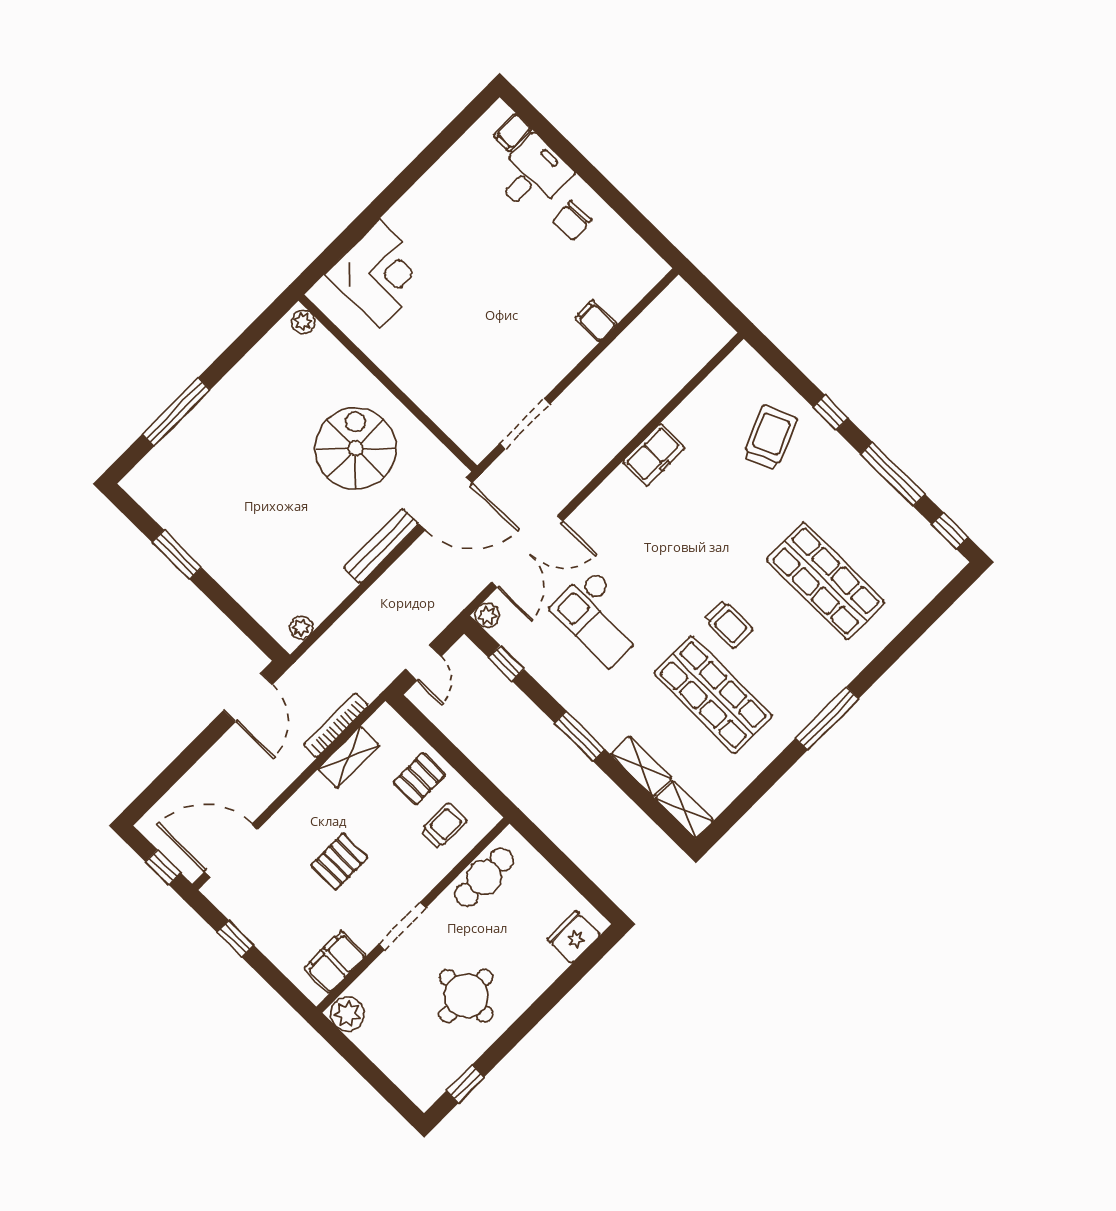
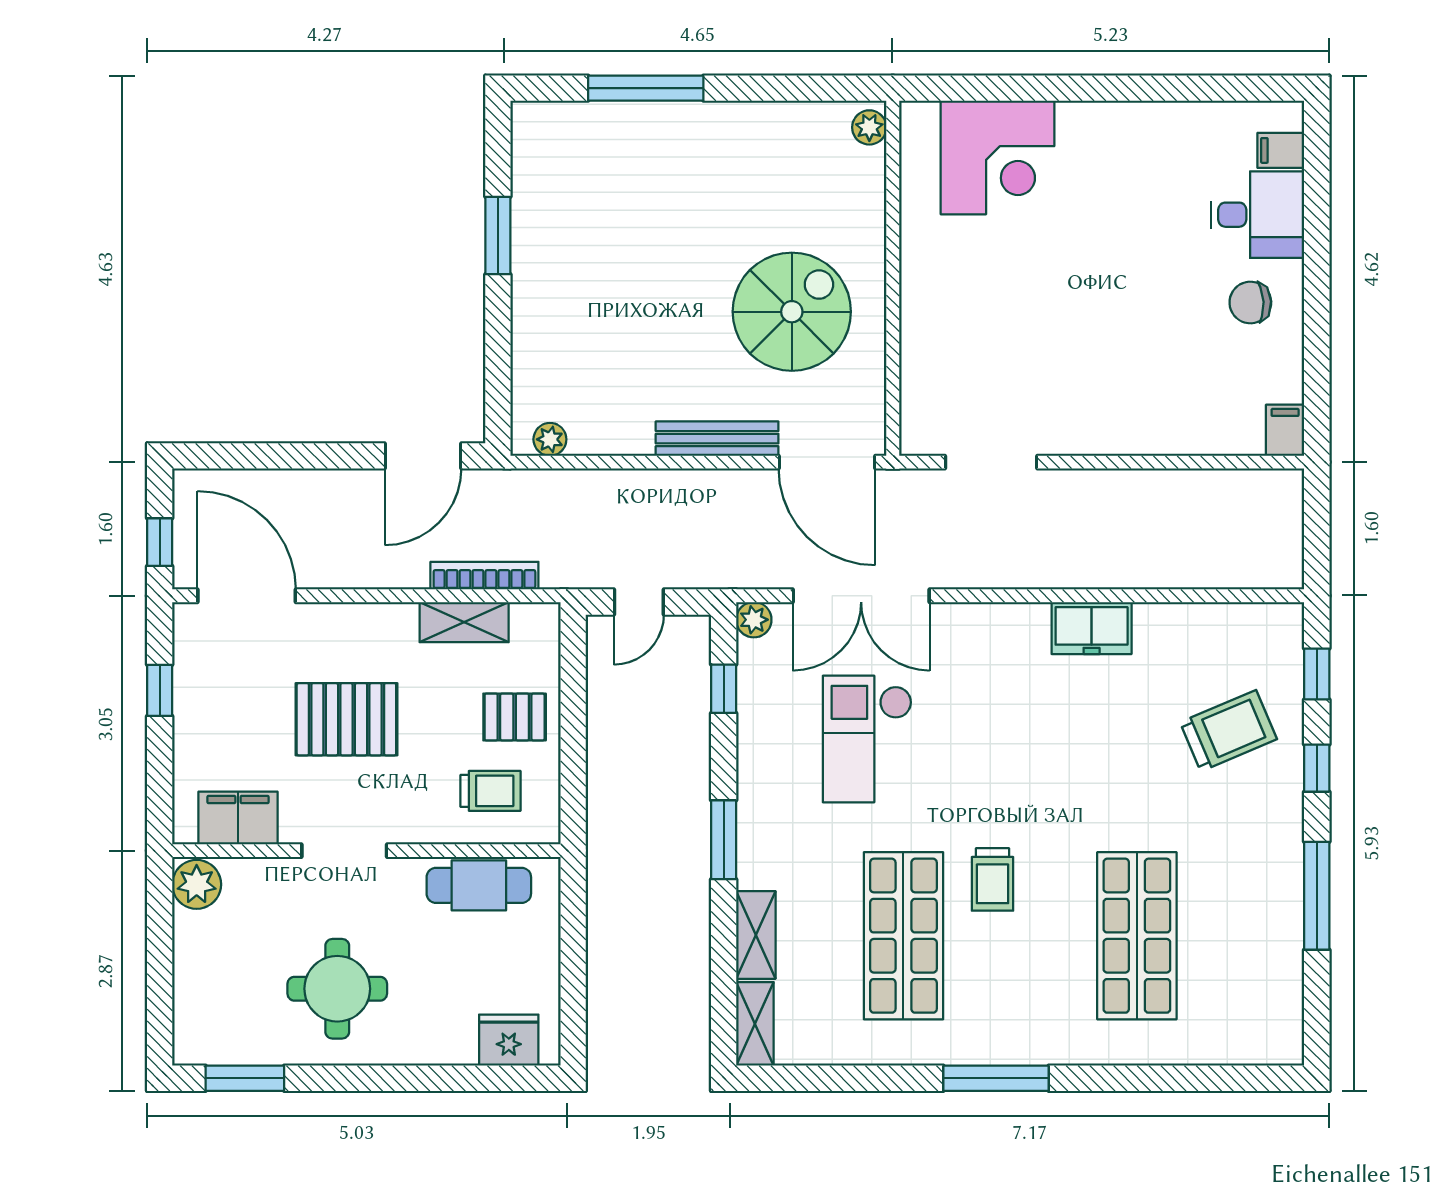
filing cabinet: (596, 321) -> (1285, 430), moved
window: (950, 531) -> (1317, 674), moved
pallet: (339, 862) -> (346, 719), width x1.50, depth x1.42
window: (465, 1084) -> (245, 1078), width x1.50

